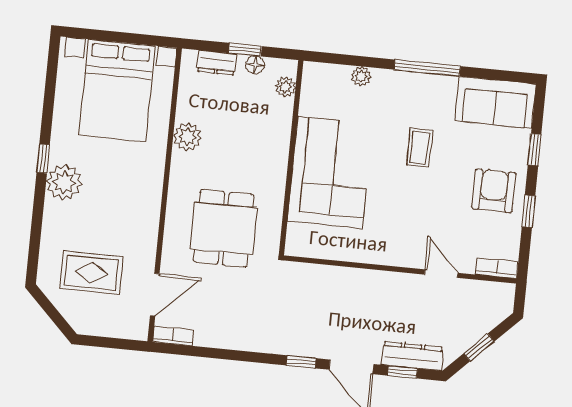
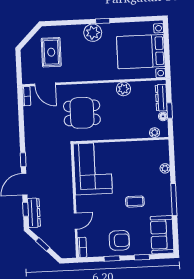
dresser: (217, 63) -> (161, 98), width x1.44
corner sofa: (330, 172) -> (93, 169), moved, turned -90

